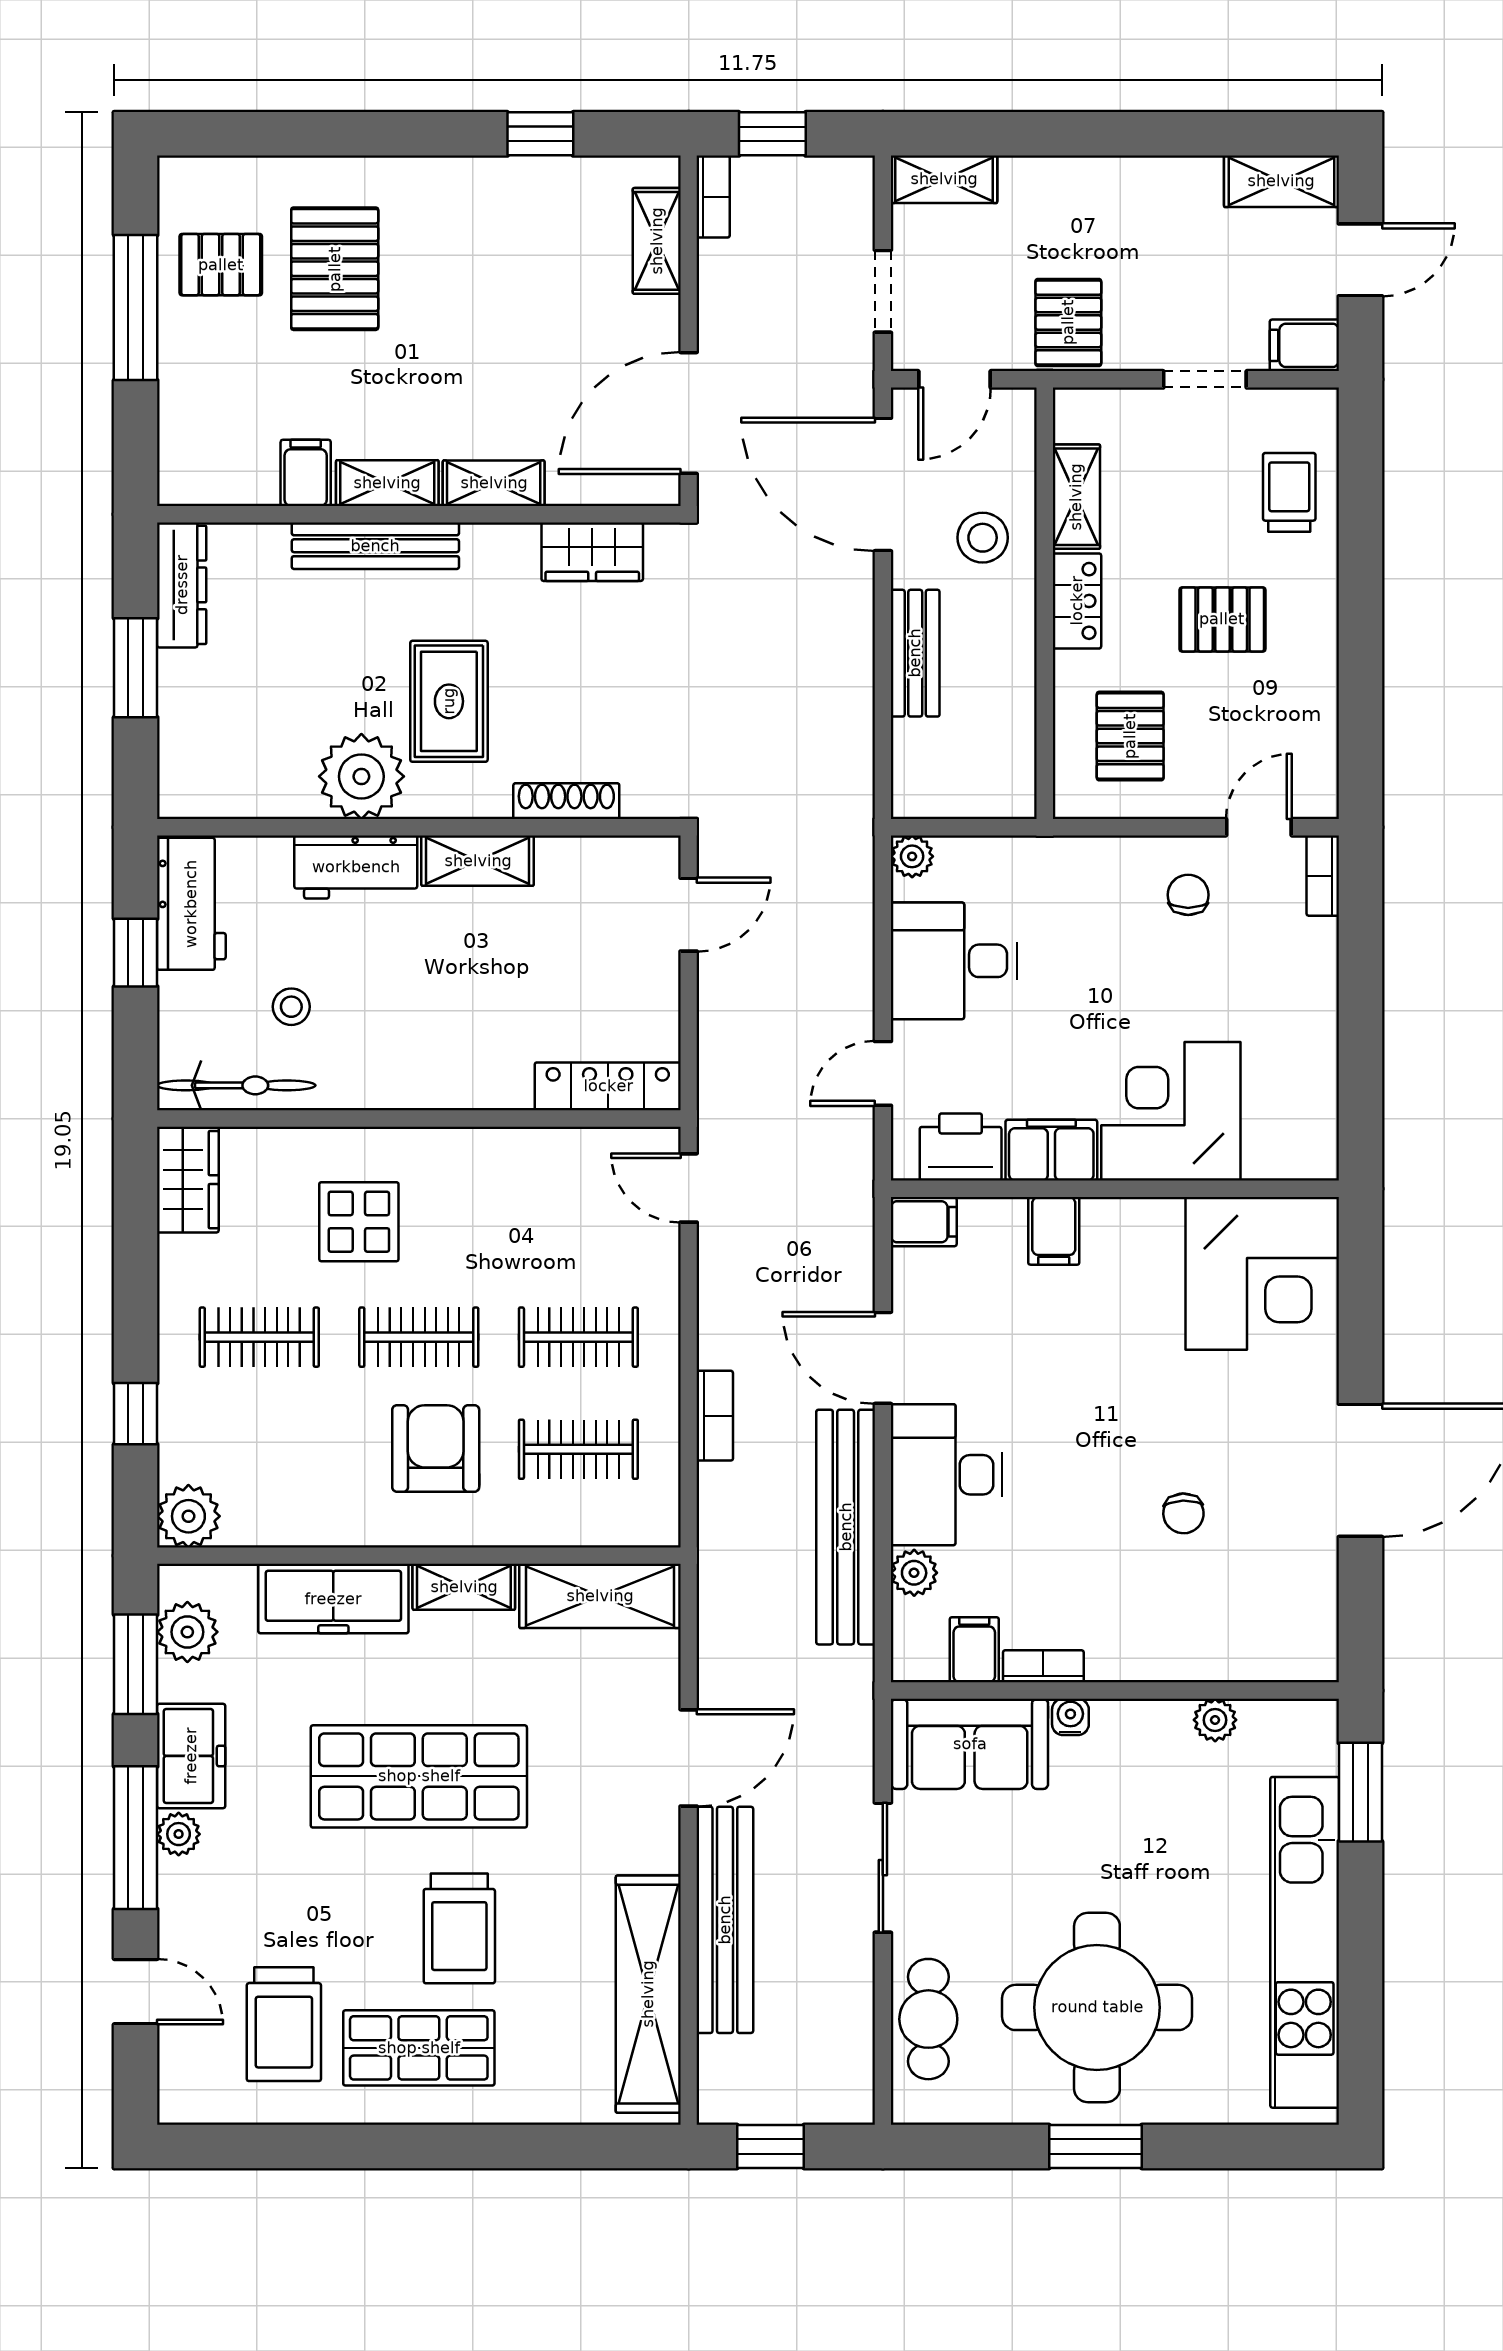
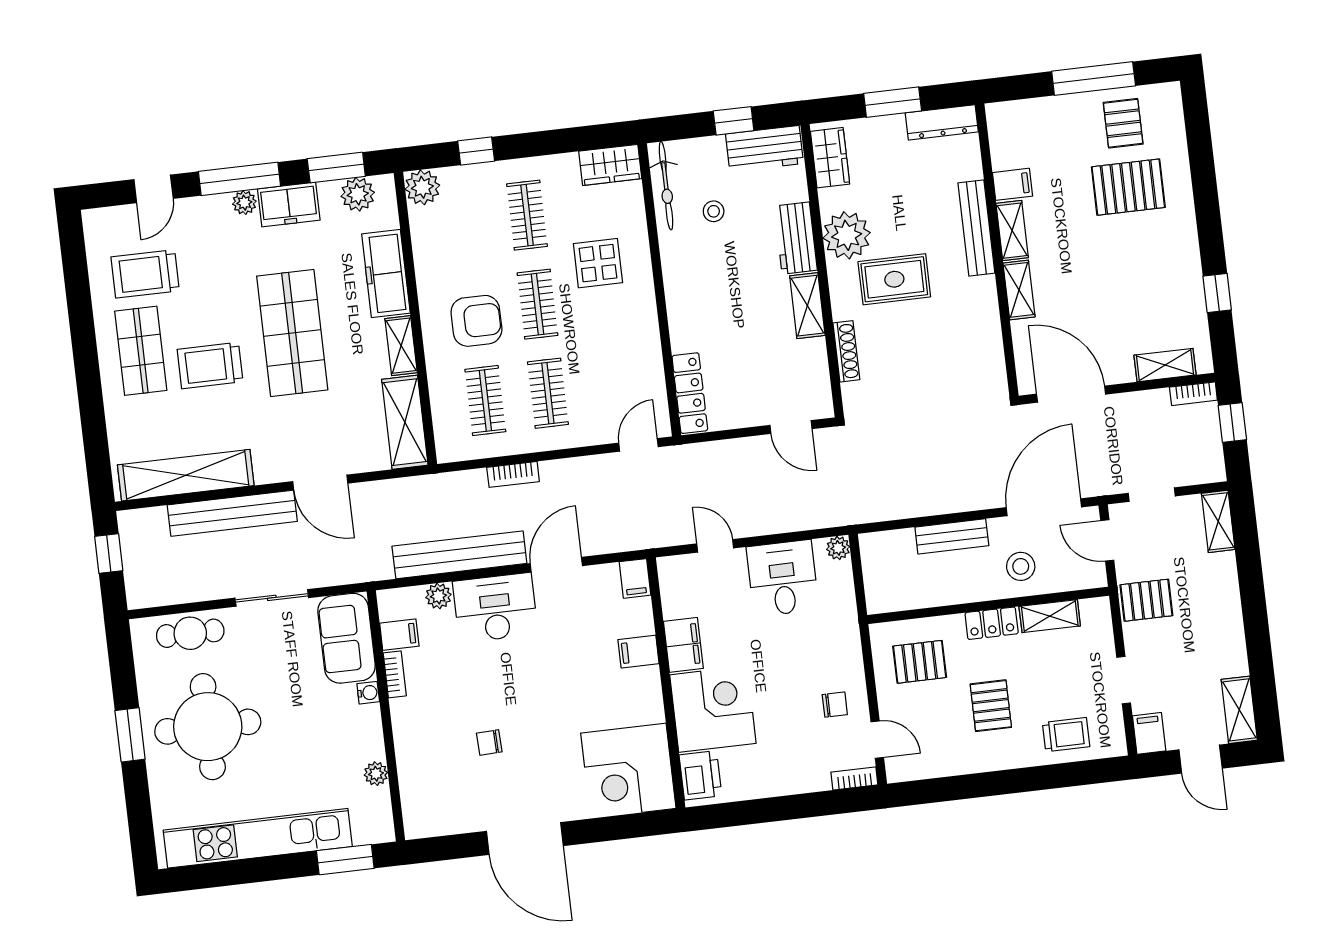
wardrobe: (592, 552) -> (830, 158), moved, turned 180
printer: (961, 1147) -> (700, 775), moved

